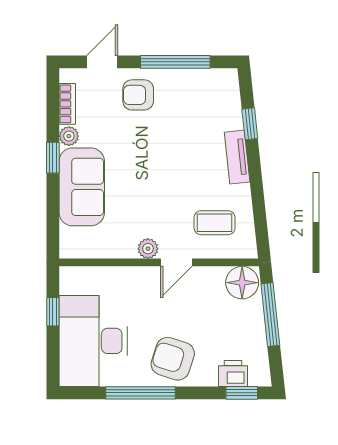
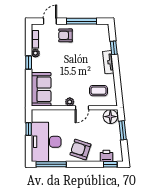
sofa: (82, 187) -> (41, 89), moved
window: (270, 315) -> (123, 130), width x0.69
window: (140, 393) -> (51, 164), moved

